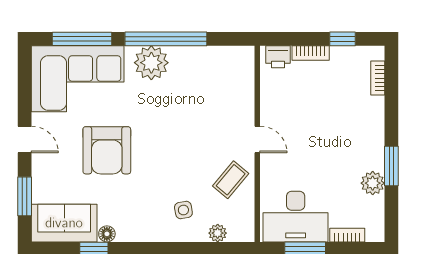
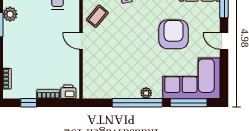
plant: (151, 63) -> (146, 93), width x0.53, depth x0.53

